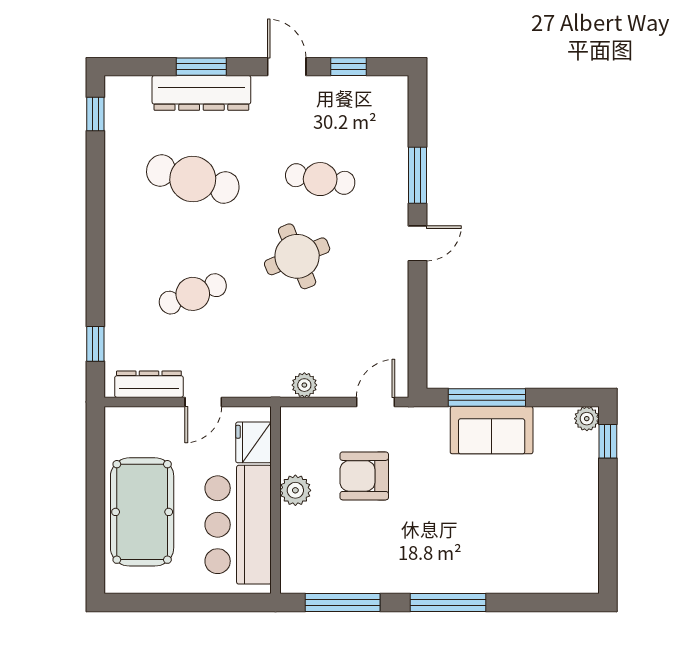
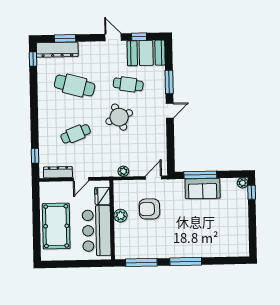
window: (201, 67) -> (65, 38), moved
dresser: (201, 93) -> (57, 50), moved
booth: (364, 105) -> (146, 53), added

